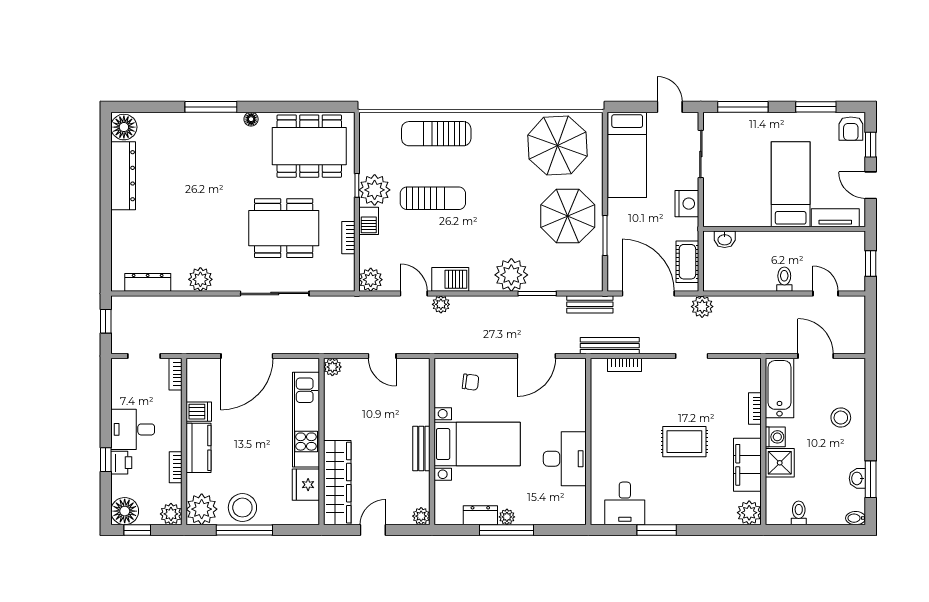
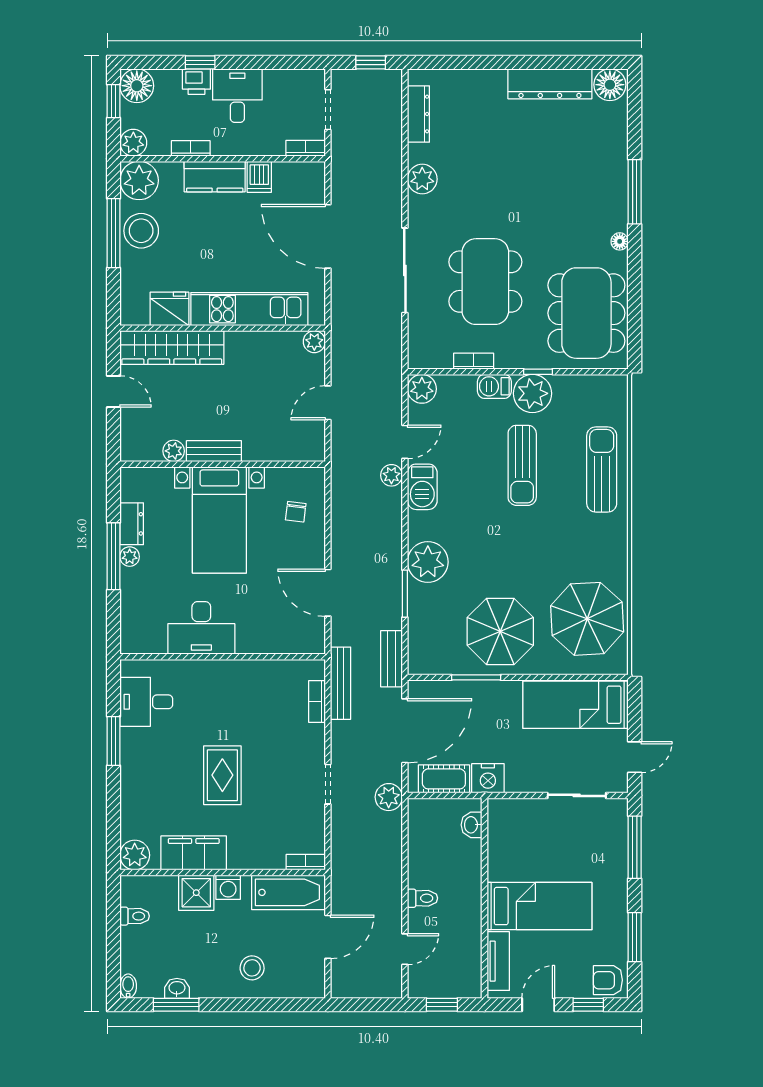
nightstand: (687, 204) -> (488, 778), moved
bookcase: (755, 409) -> (306, 862), moved
plant: (421, 516) -> (174, 451), moved

